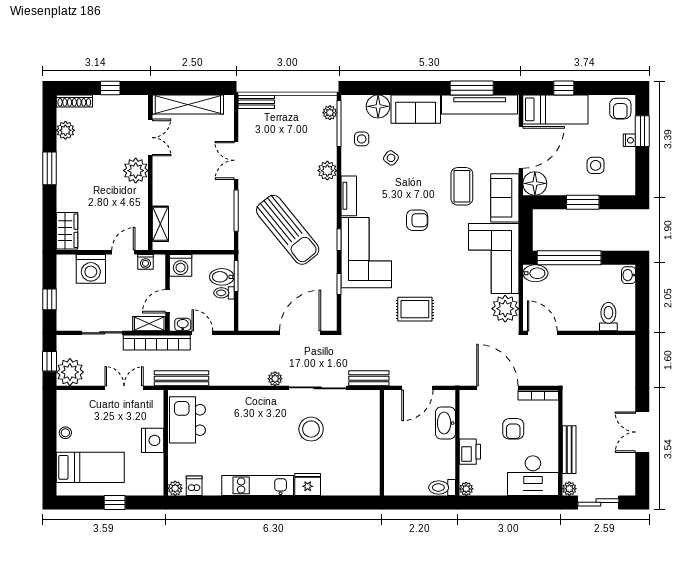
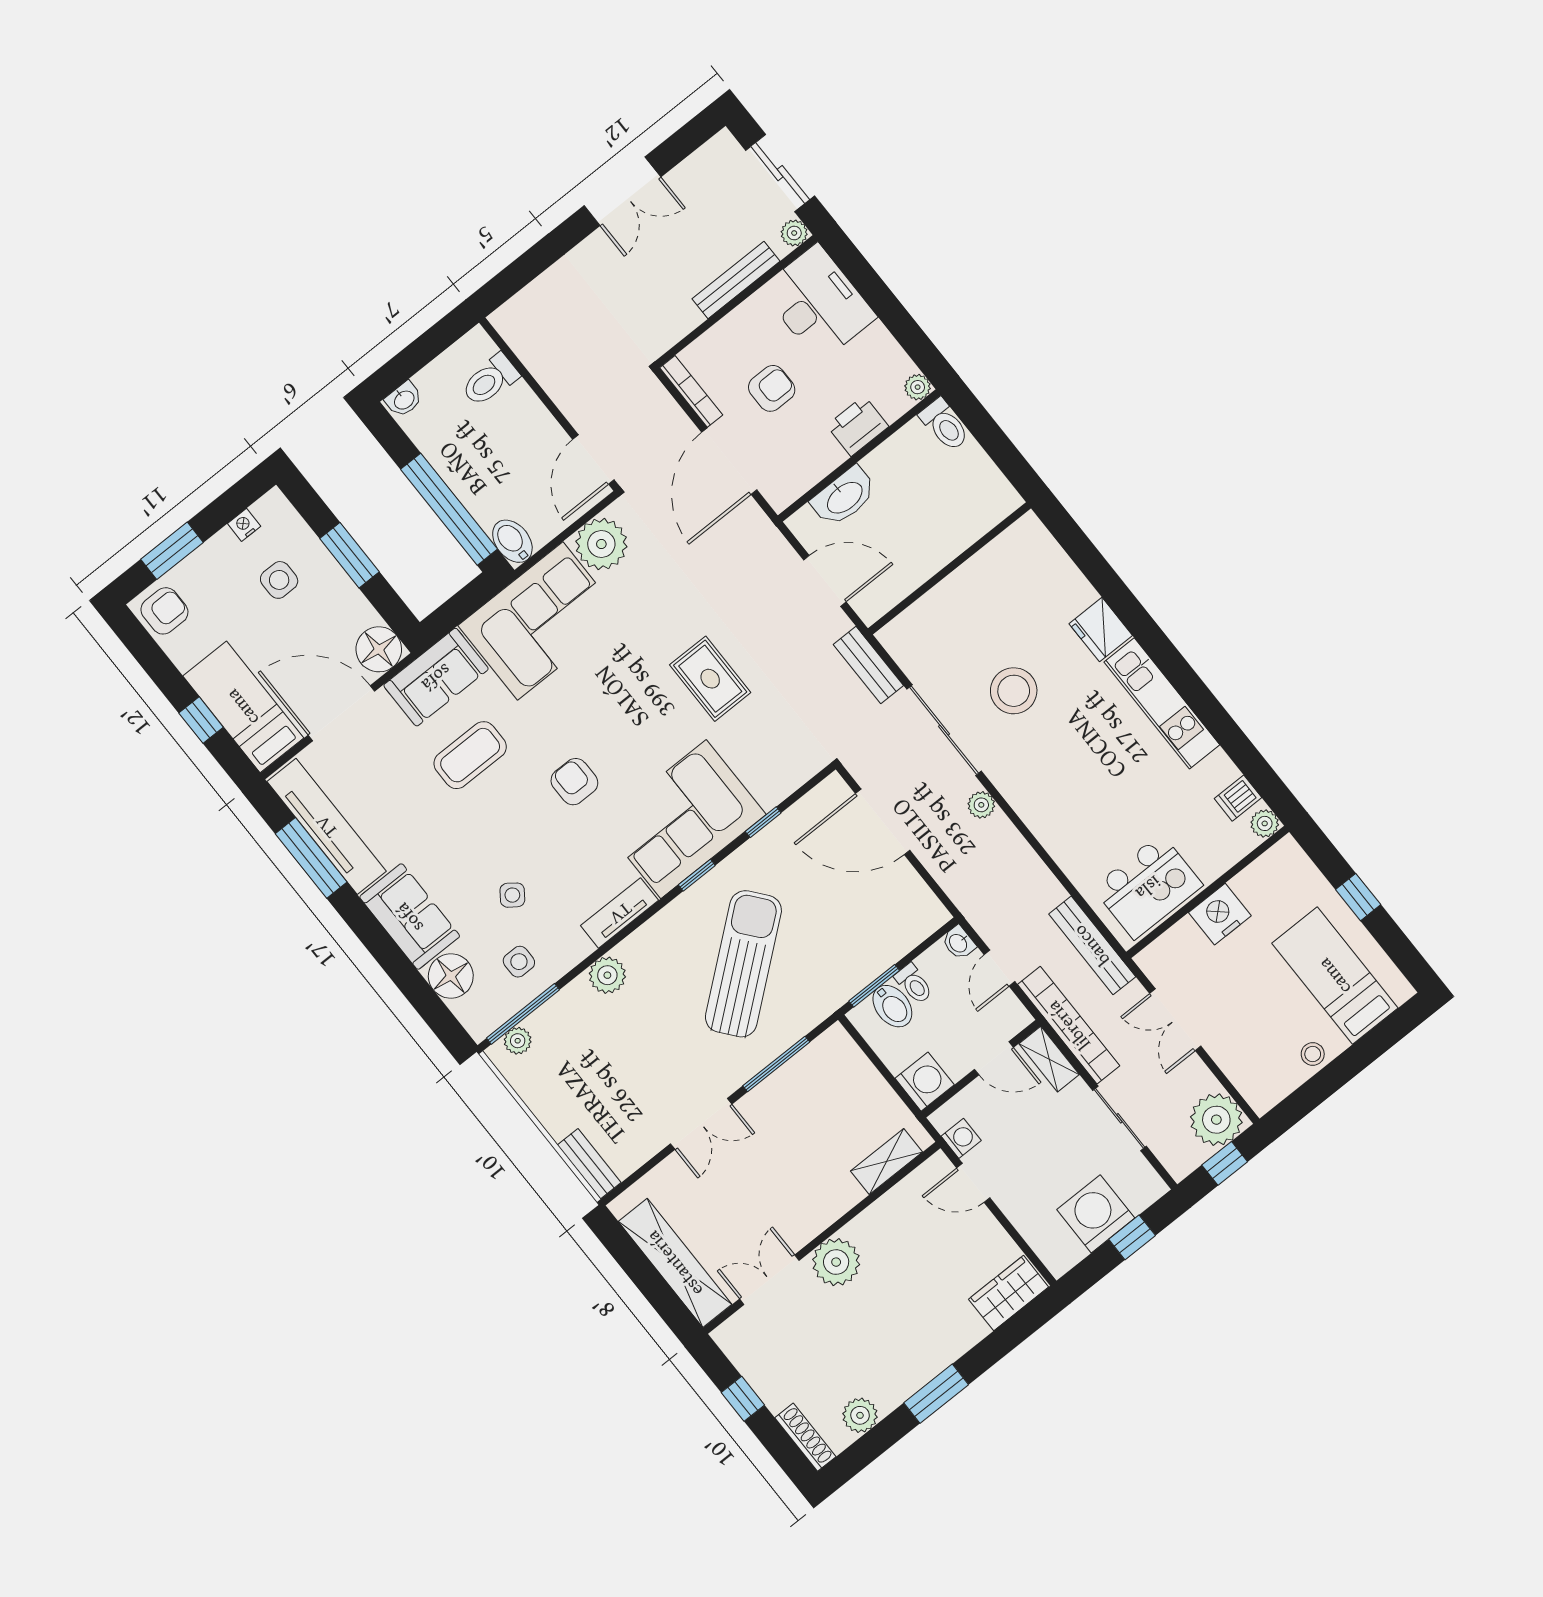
nightstand: (629, 140) -> (244, 525), moved
washing machine: (91, 269) -> (1096, 1214), moved, turned -90
washbasin: (183, 324) -> (959, 943), moved

